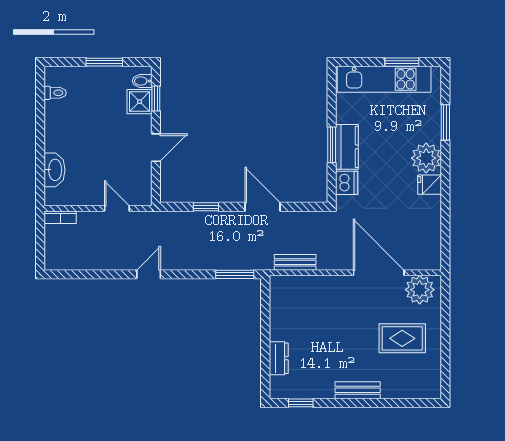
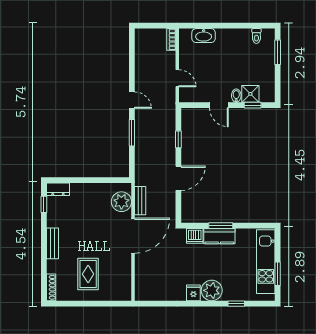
window: (104, 62) -> (278, 52), moved
bidet: (142, 81) -> (236, 96), moved
window: (445, 122) -> (236, 304), width x0.67
door: (117, 208) -> (177, 78), hinge flipped
door: (379, 273) -> (133, 236), moved
window: (235, 274) -> (132, 133), moved
plant: (420, 290) -> (121, 202), moved
dresser: (279, 358) -> (58, 189), moved
shoe rack: (422, 392) -> (51, 287), added

